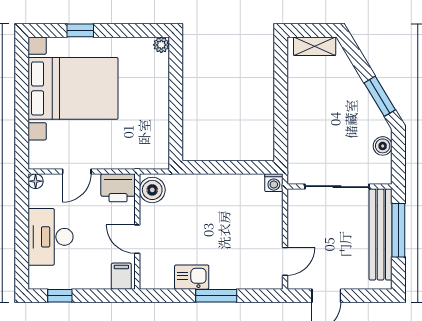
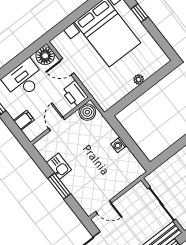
plant: (161, 45) -> (139, 79), moved
floor lamp: (36, 181) -> (45, 56), width x1.89, depth x1.89
washing machine: (274, 183) -> (119, 145), moved
filing cabinet: (121, 276) -> (24, 120), moved

